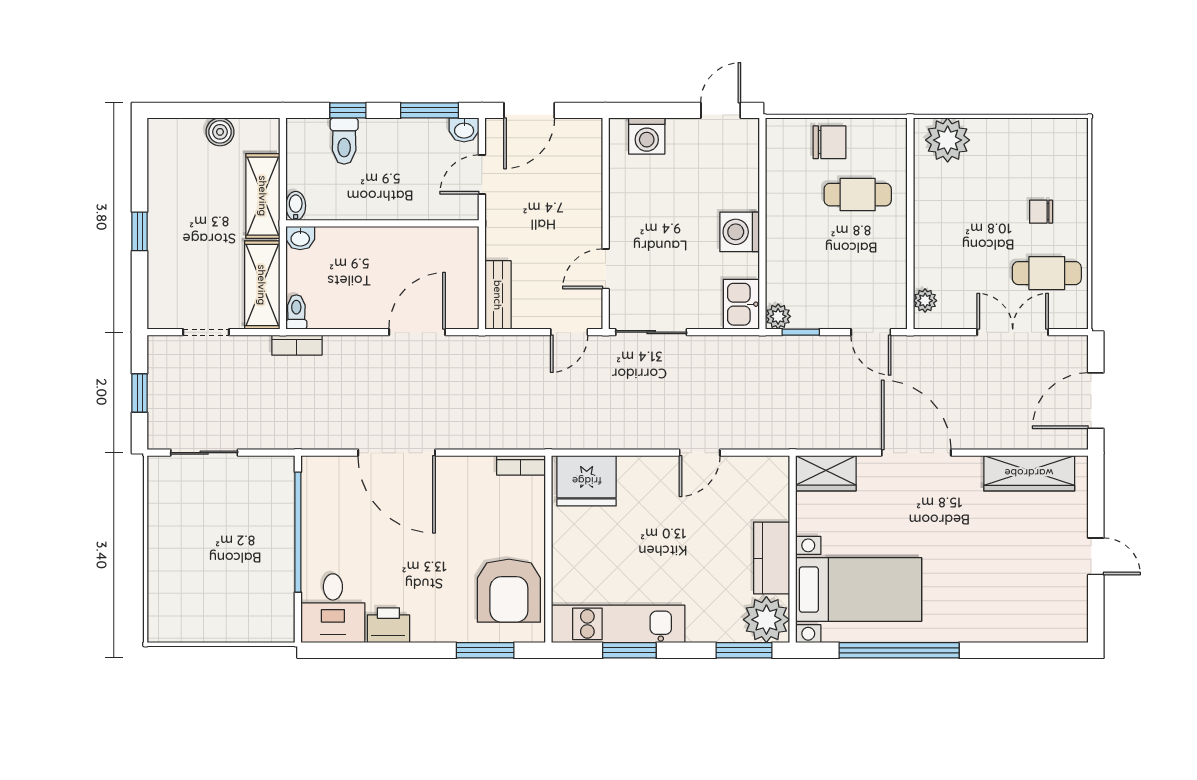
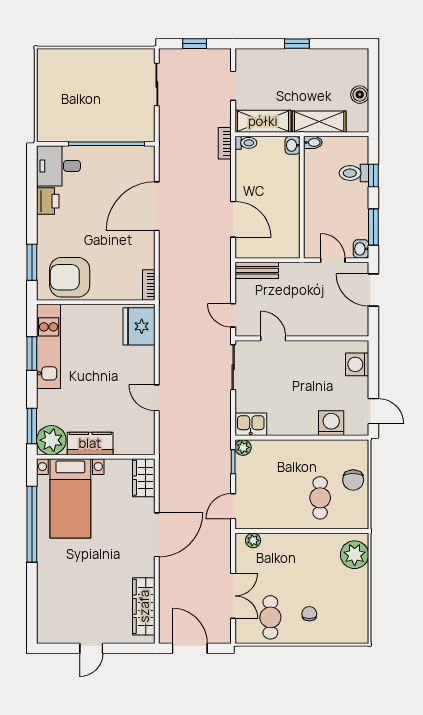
washing machine: (740, 232) -> (331, 423), moved

